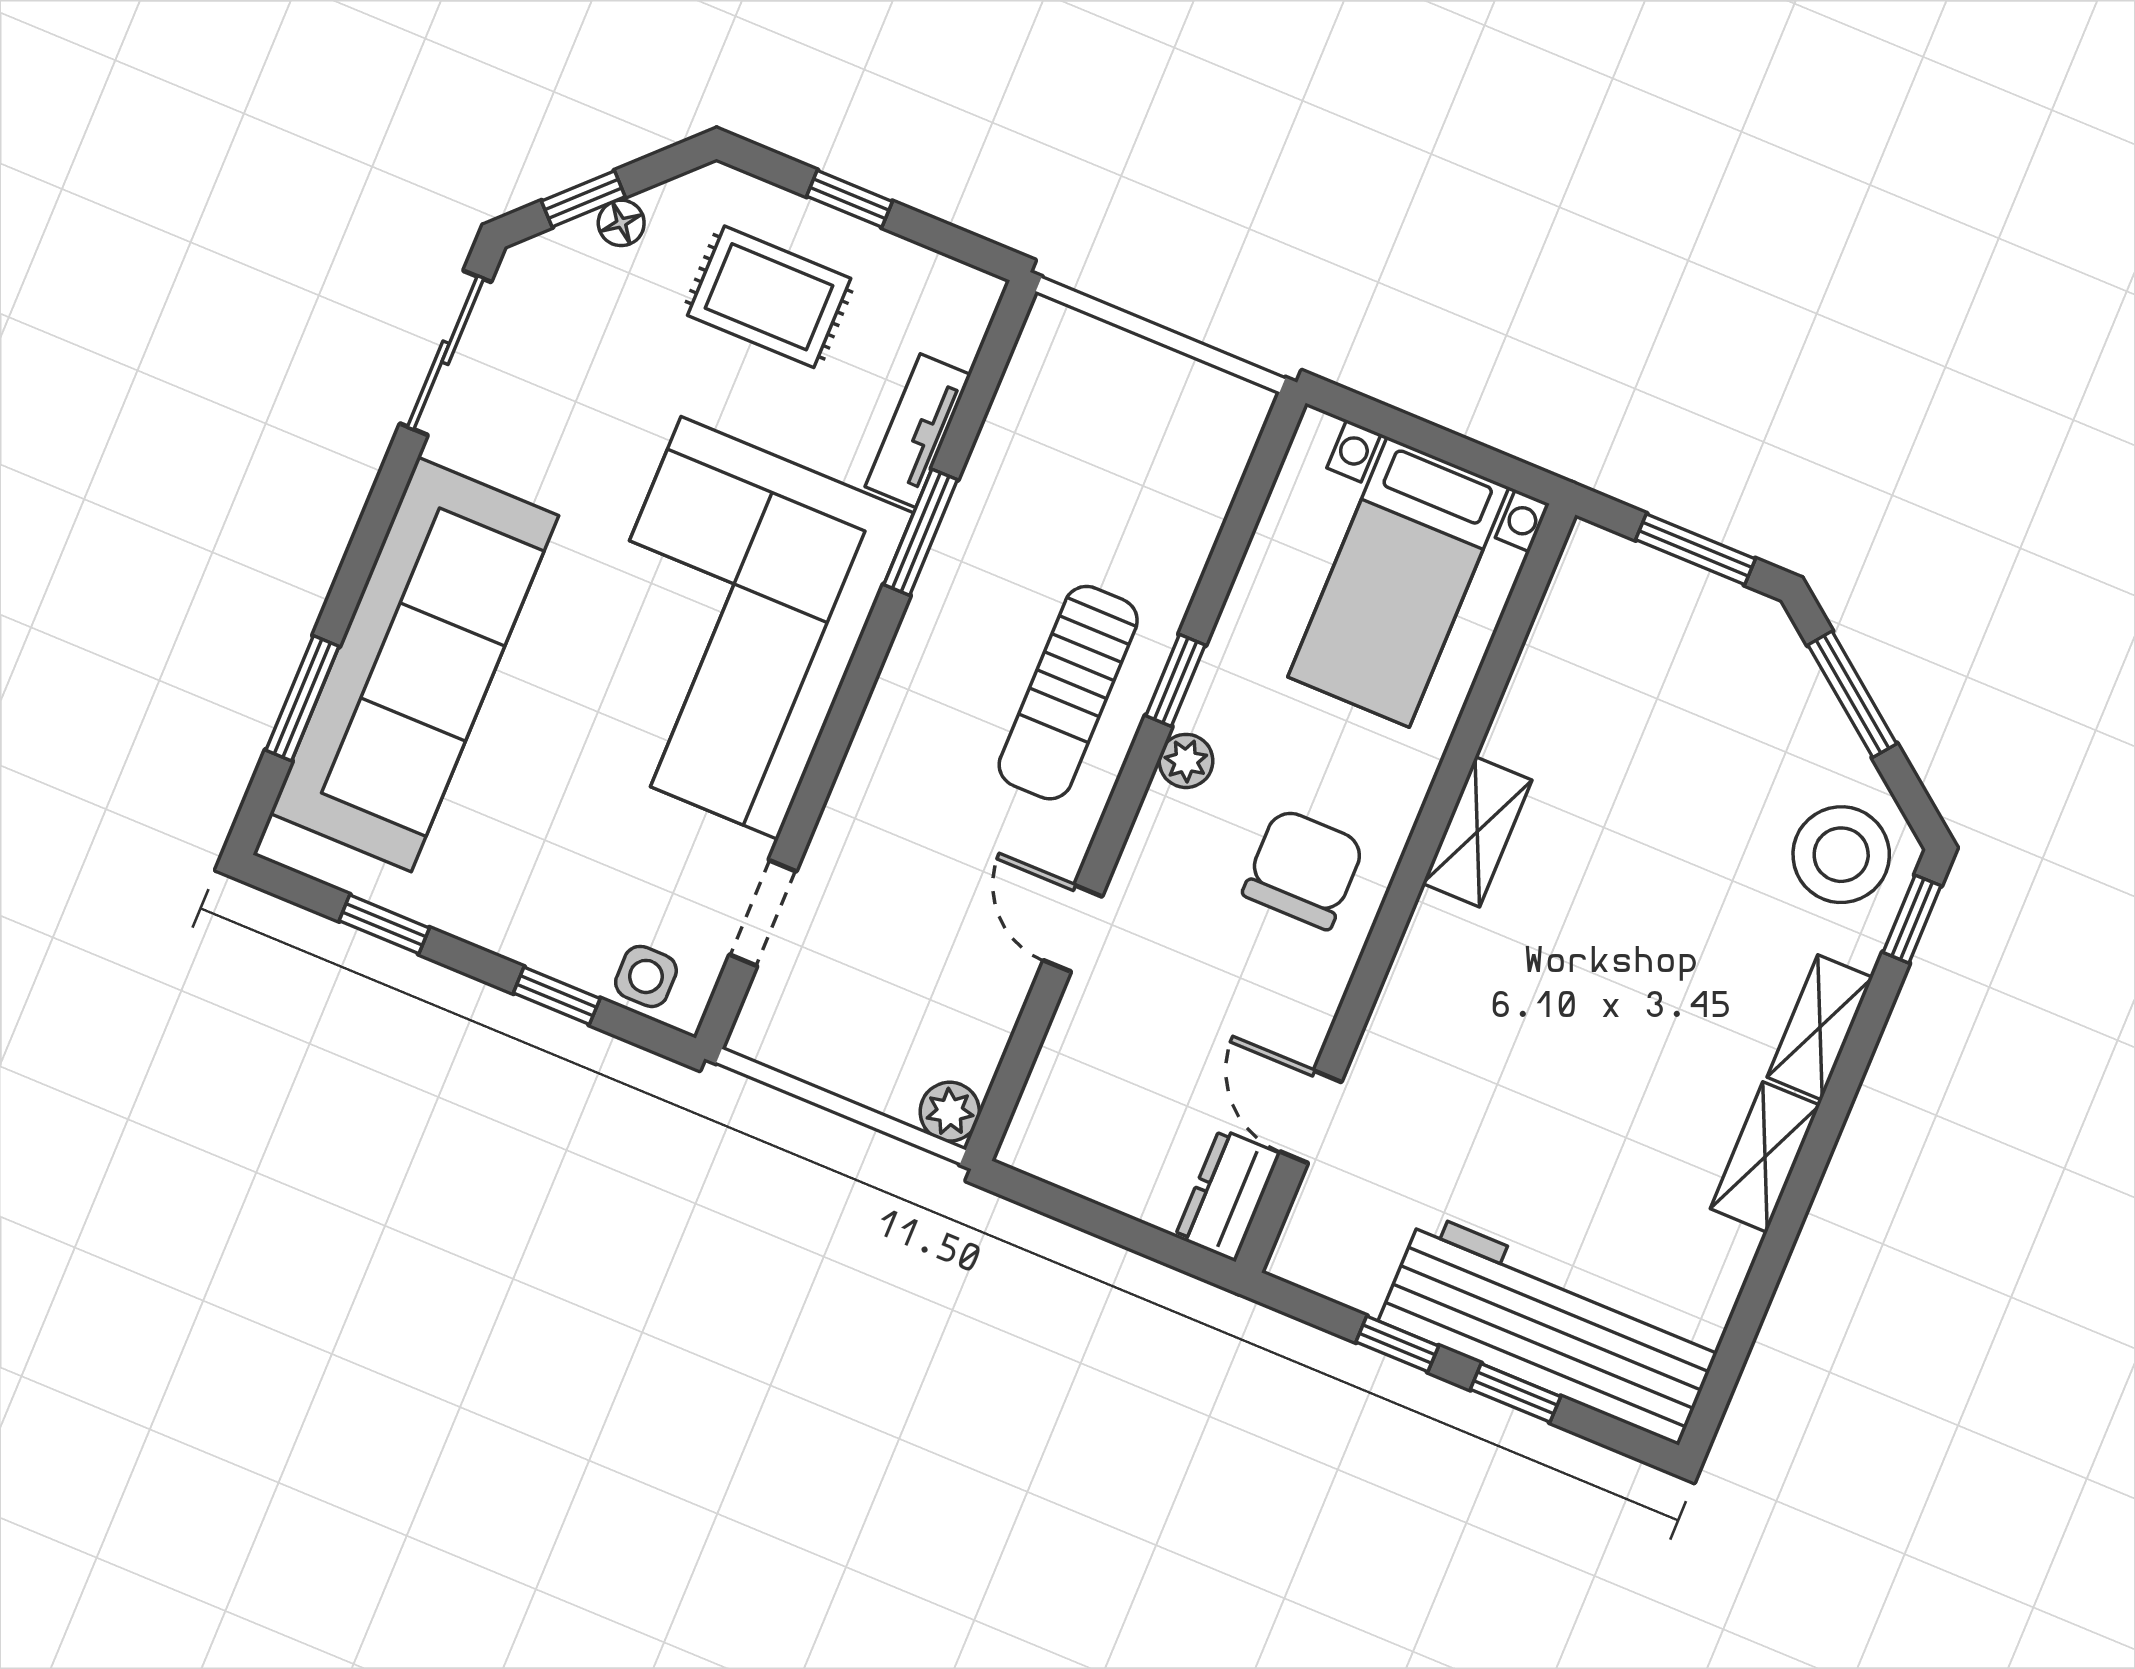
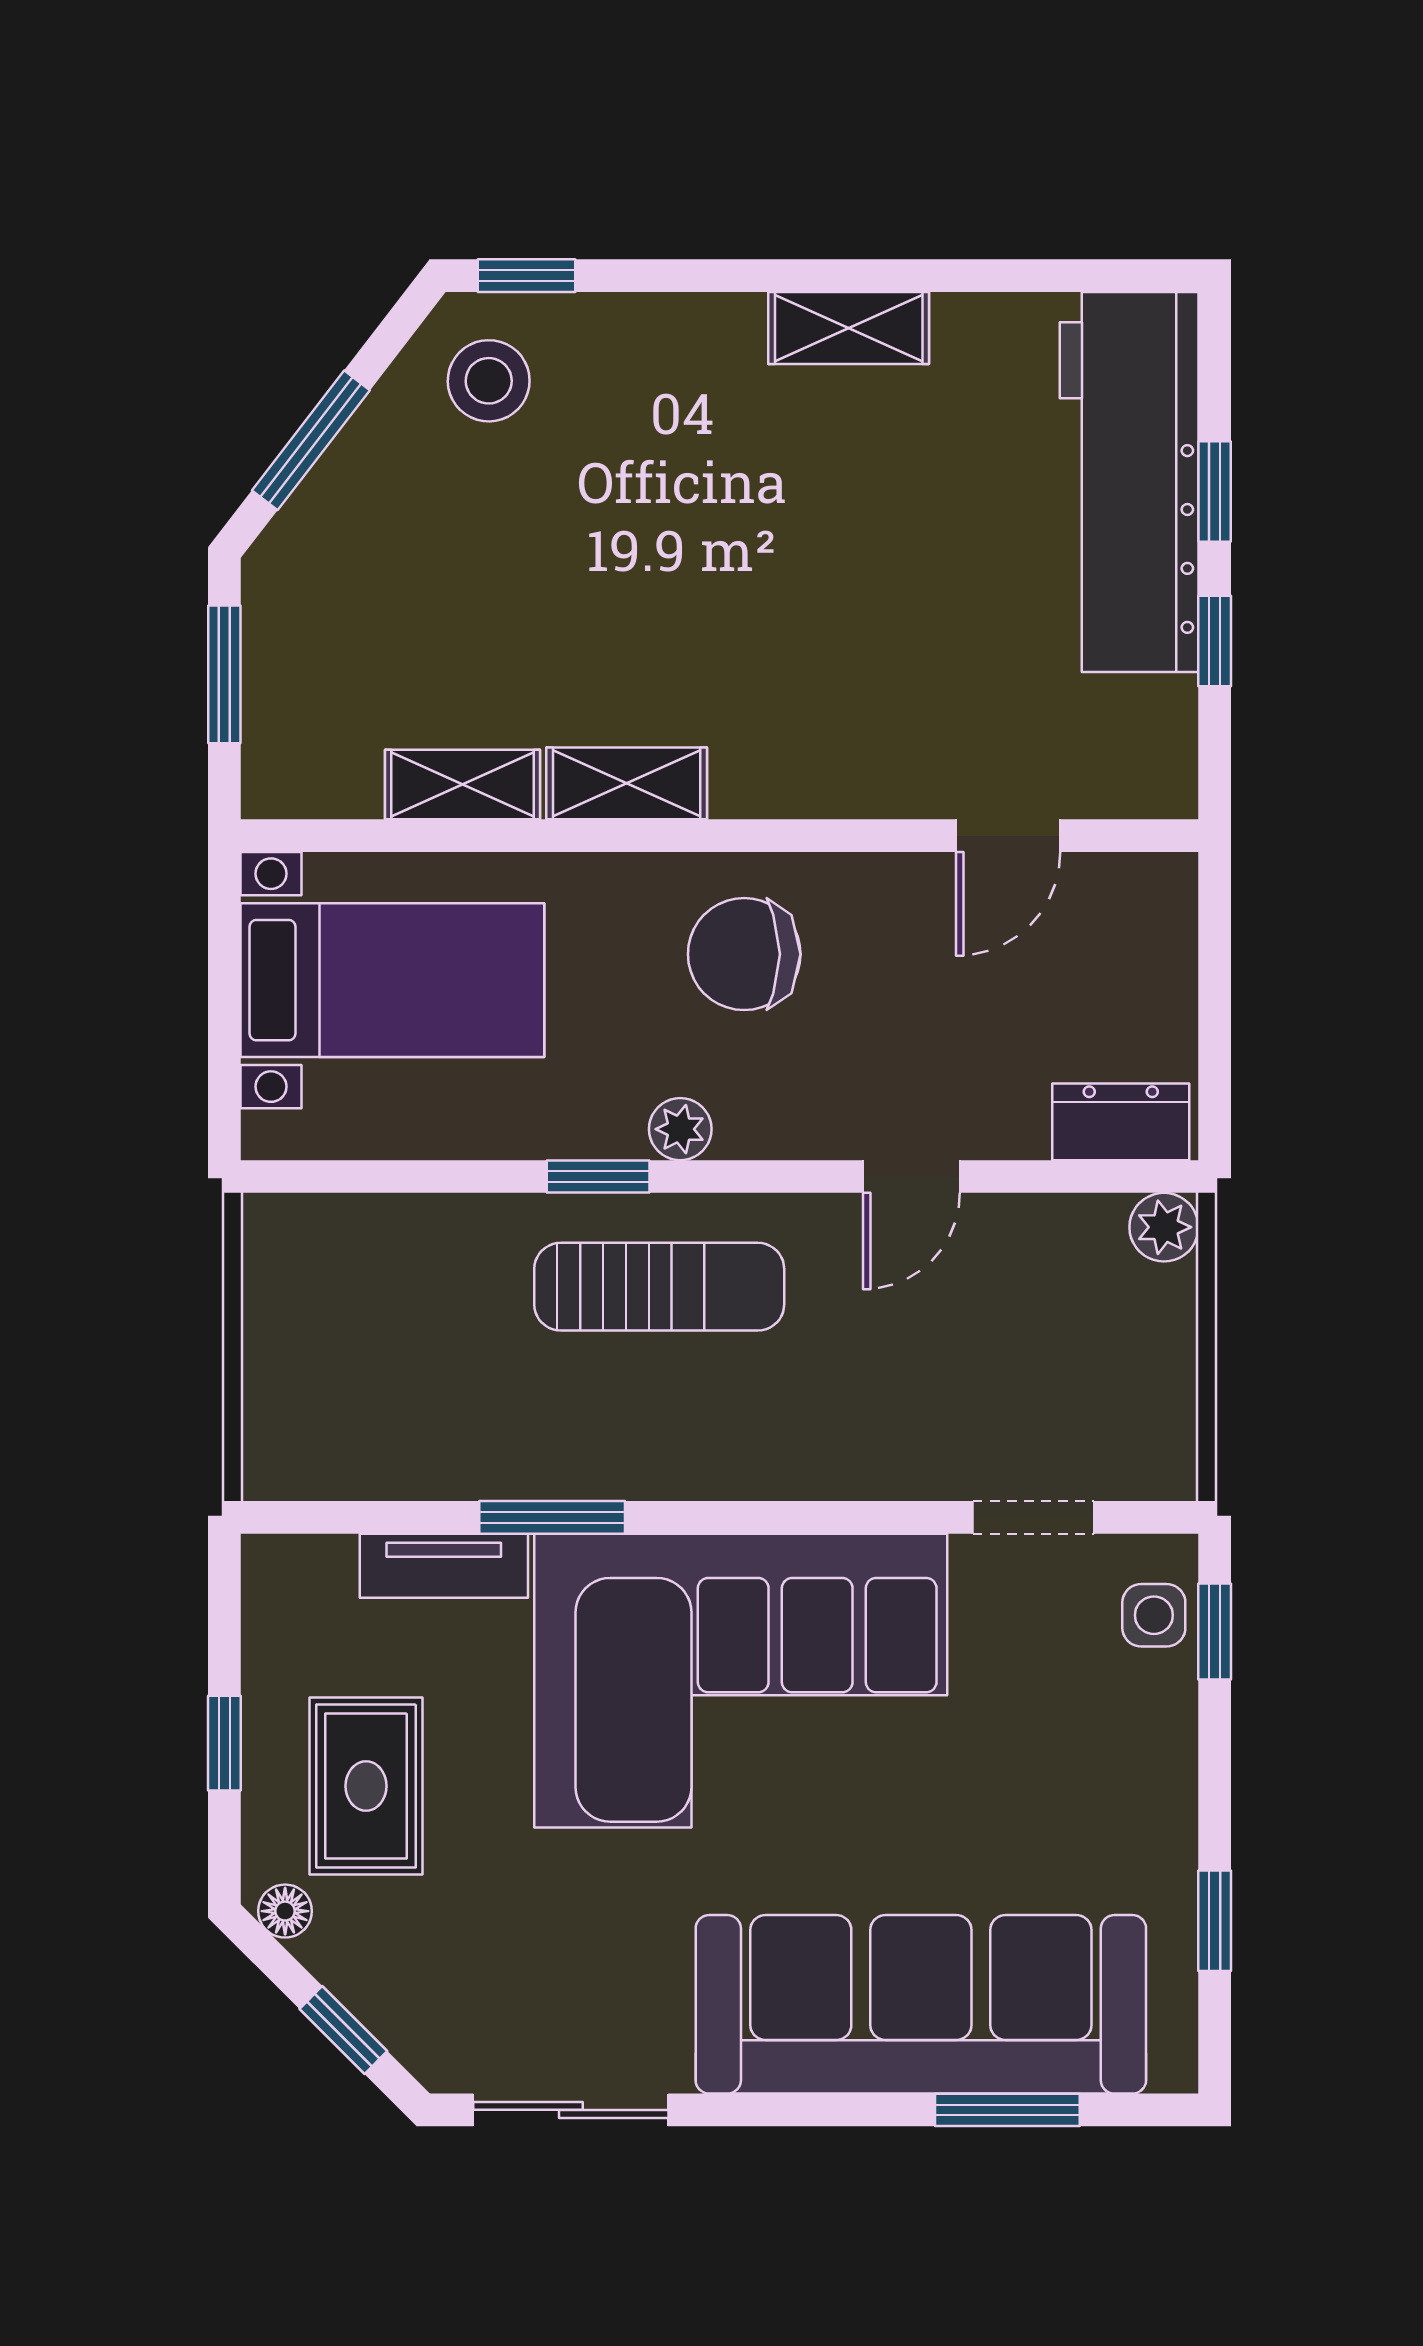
floor lamp: (621, 223) -> (285, 1911), moved
stool: (1841, 855) -> (489, 381), width x0.73, depth x0.73
window: (557, 996) -> (1215, 1631), moved
shelving: (1820, 1027) -> (462, 785), moved
dresser: (1228, 1195) -> (1121, 1122), moved, turned 180

